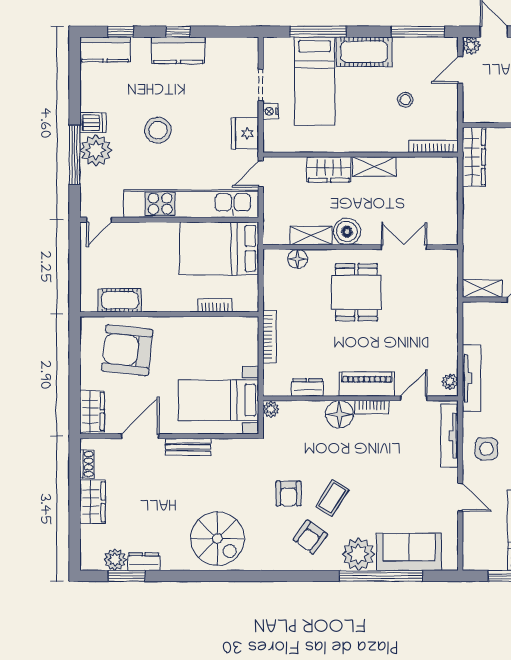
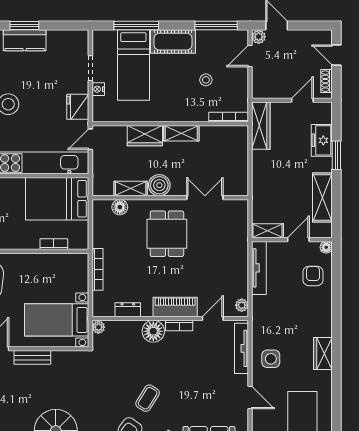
window: (178, 32) -> (24, 26), width x1.50
tv unit: (471, 378) -> (259, 268), moved
armchair: (289, 493) -> (113, 395), removed

